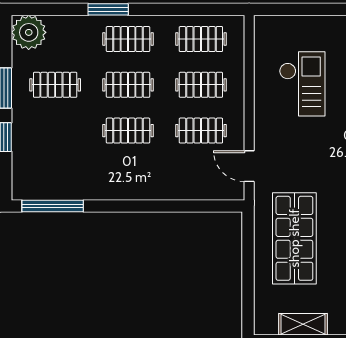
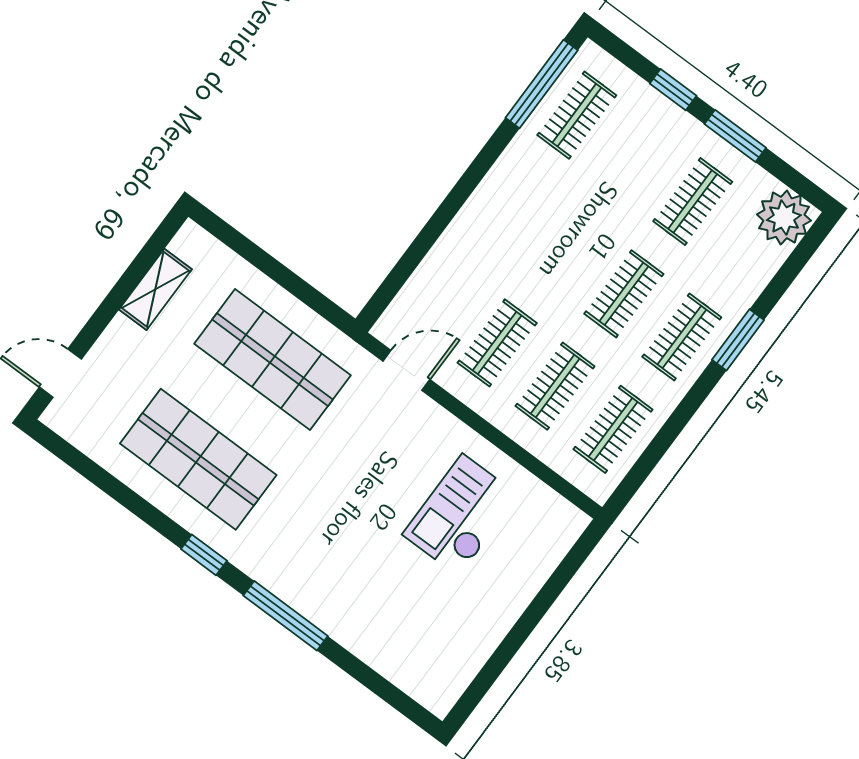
checkout: (302, 84) -> (461, 515), turned 90
clothes rail: (128, 131) -> (577, 115), moved

